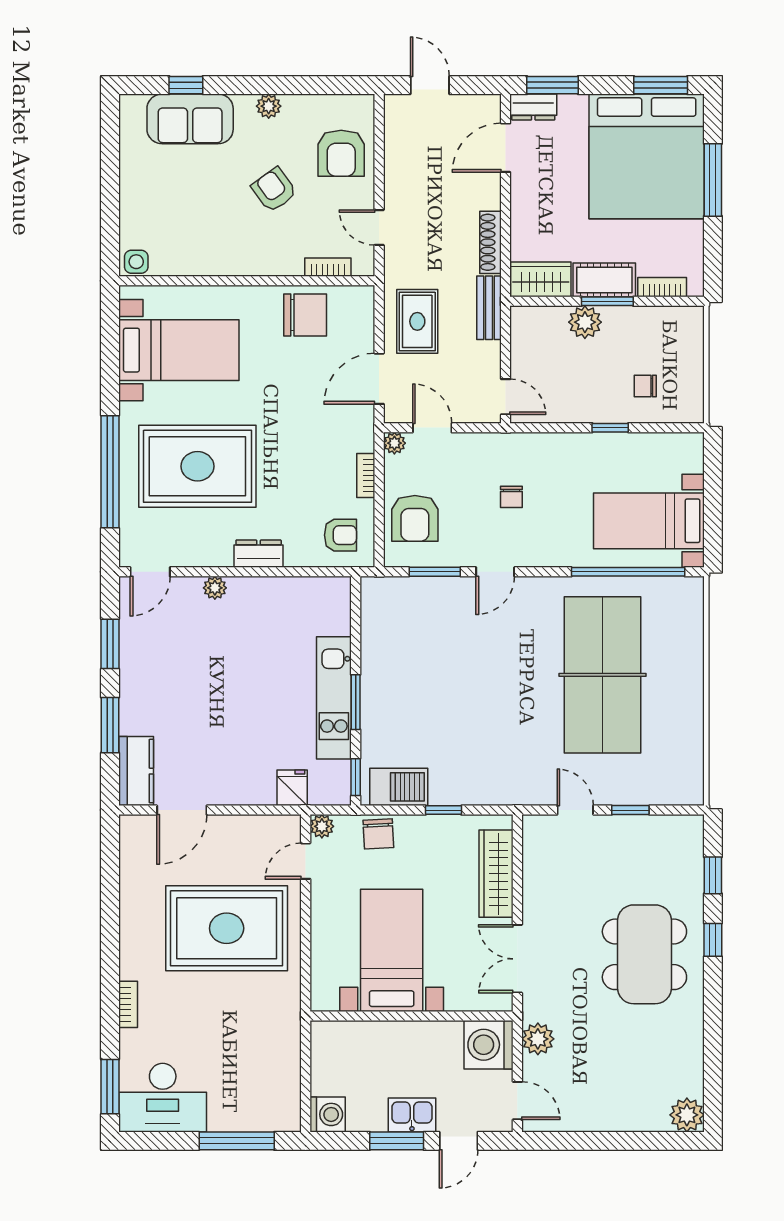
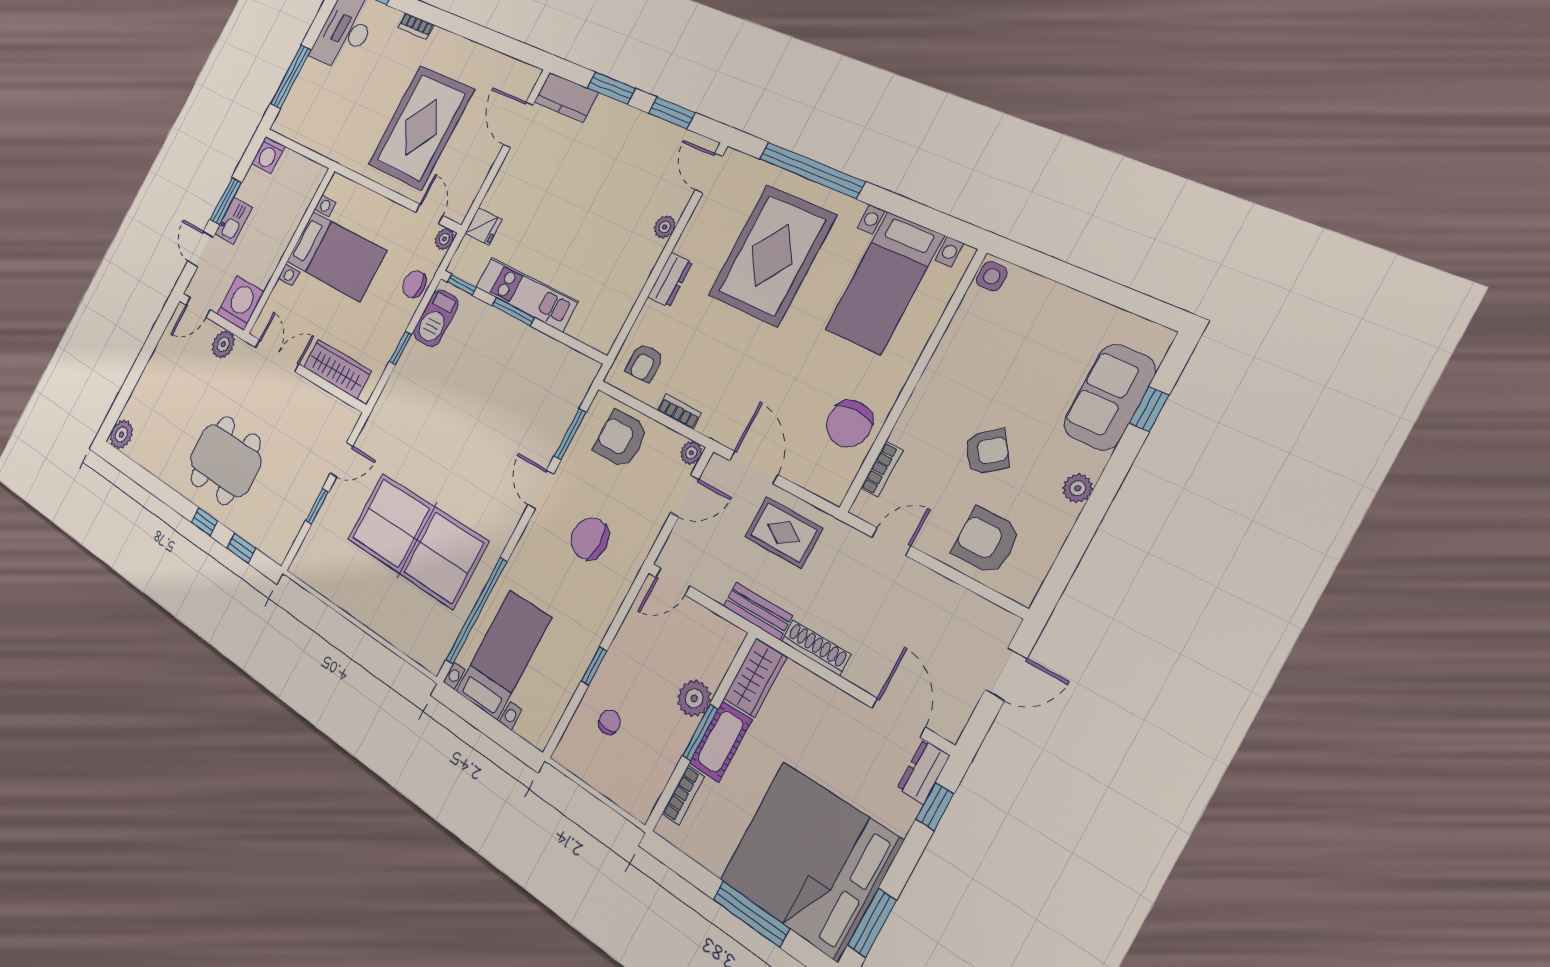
window: (553, 85) -> (935, 807), width x0.67
chair: (511, 497) -> (590, 539), width x1.87, depth x1.87

